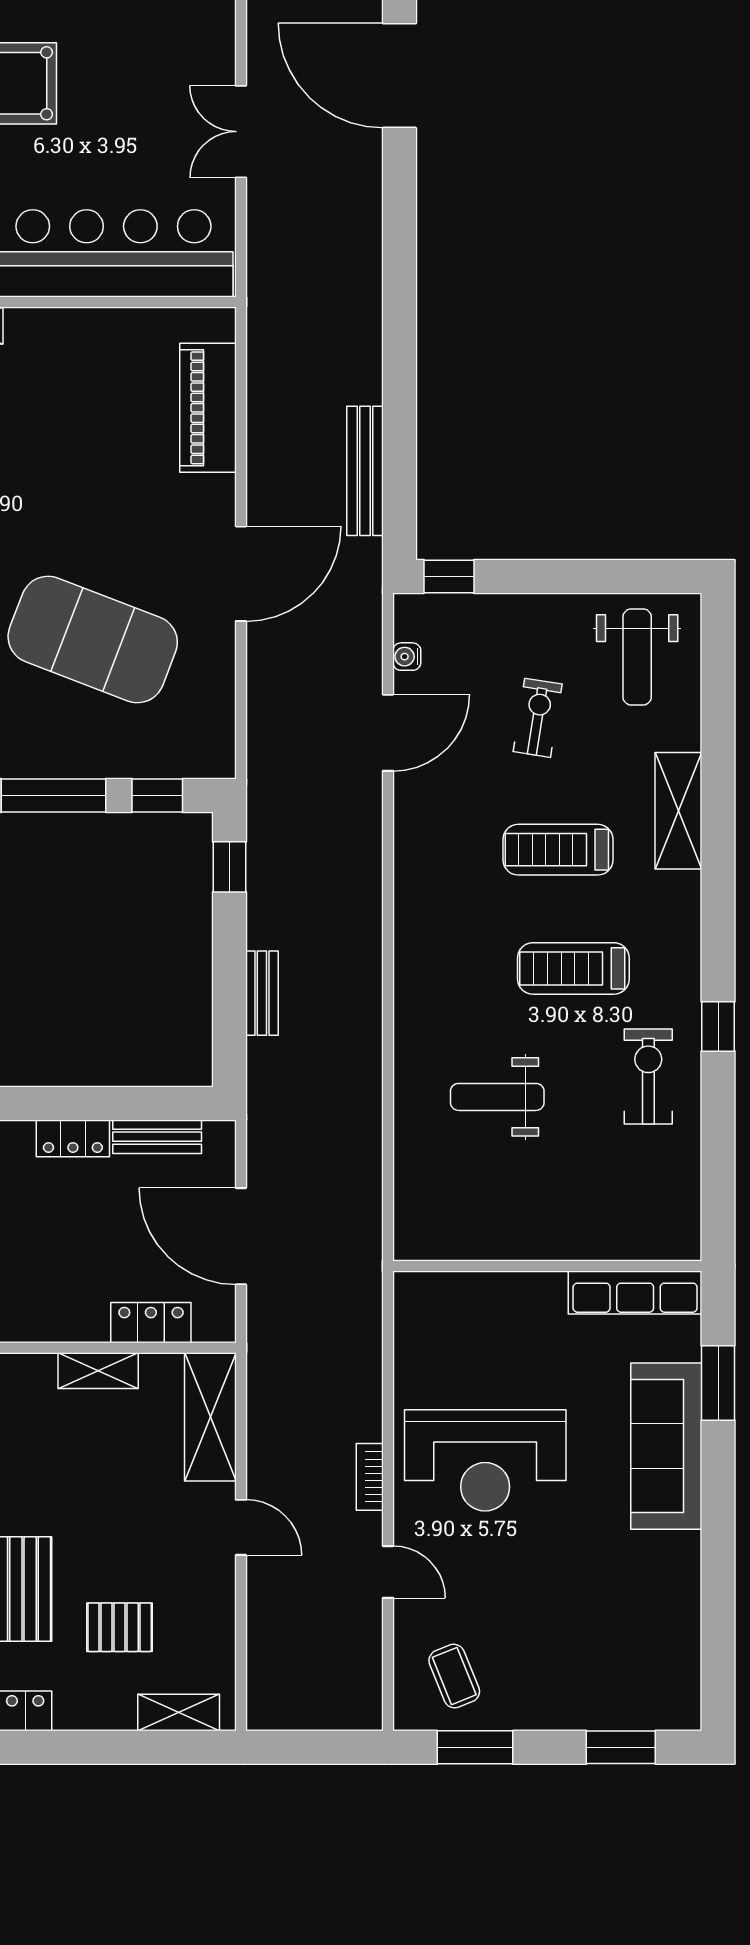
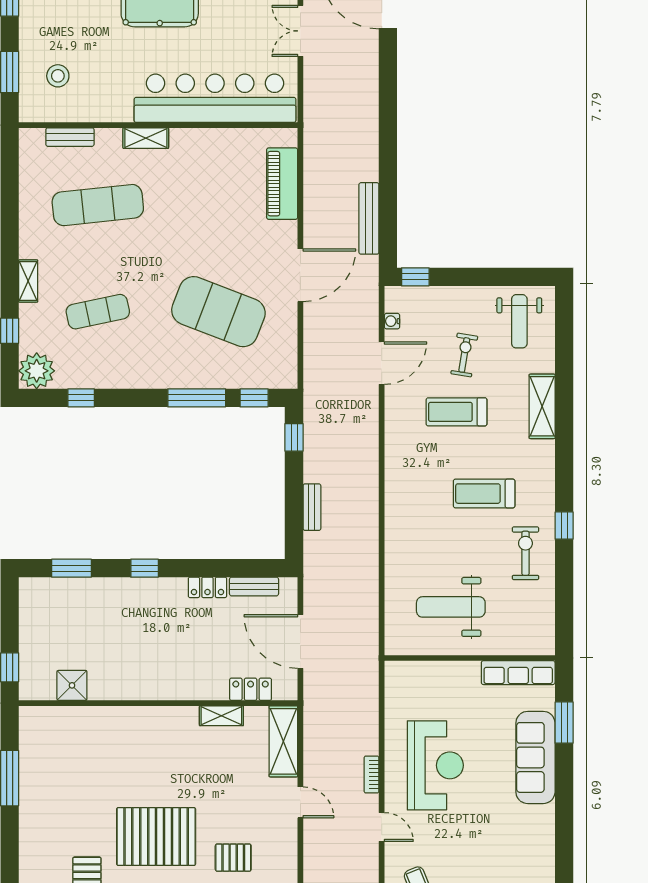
treadmill: (558, 850) -> (456, 412), moved
weight bench: (497, 1097) -> (451, 607), moved, width x1.36, depth x1.33
reception desk: (485, 1460) -> (435, 765), turned -90

